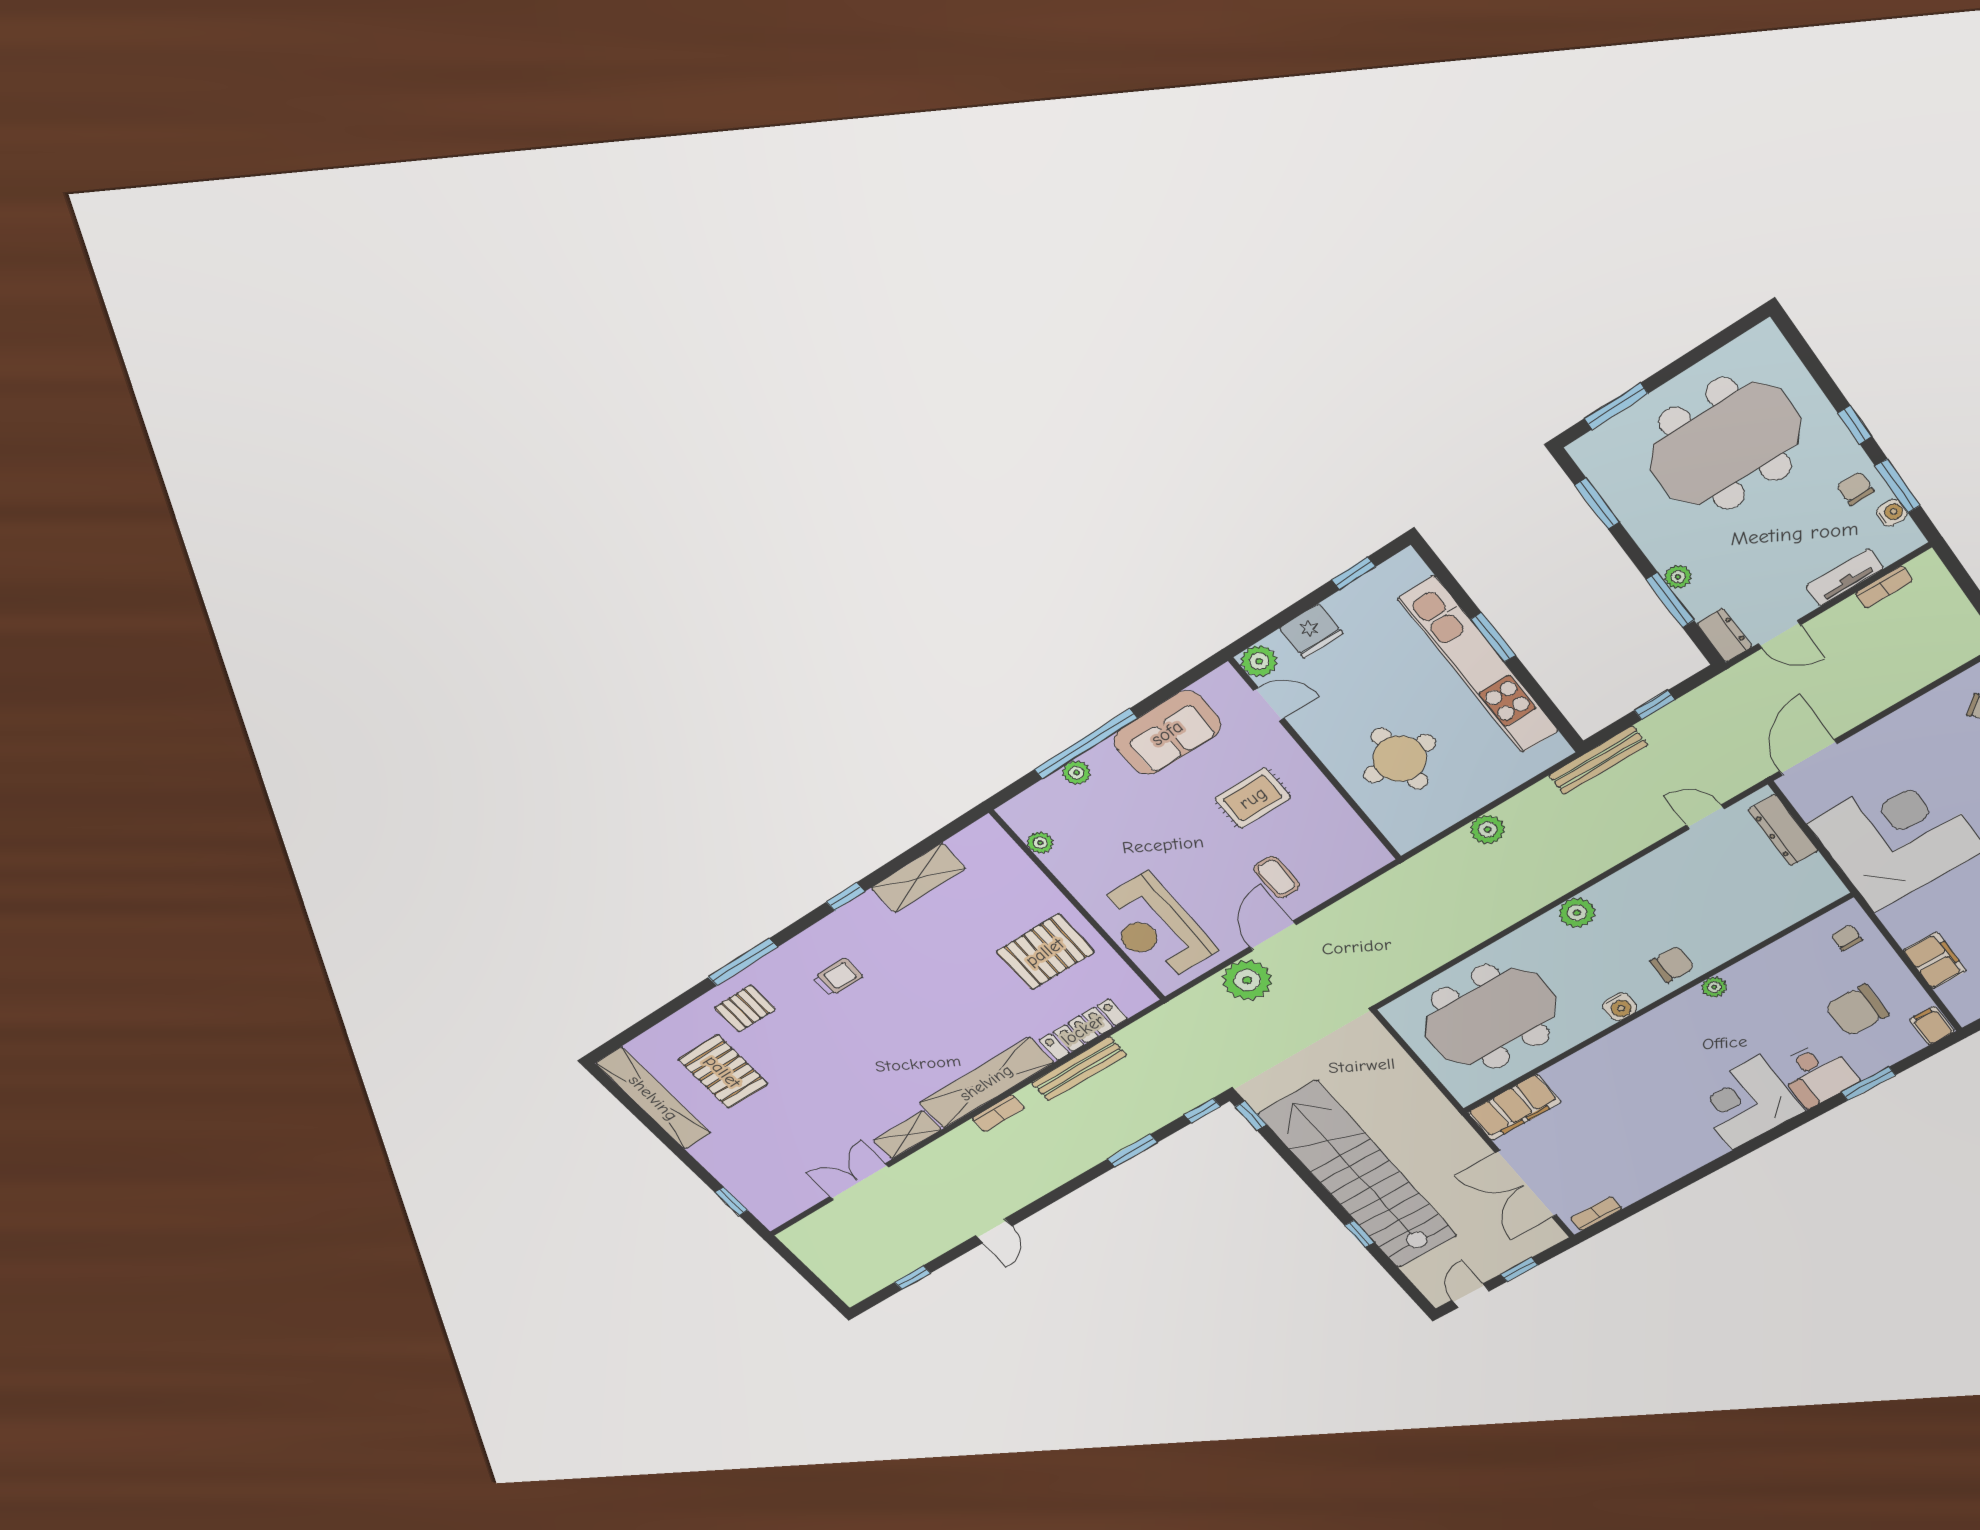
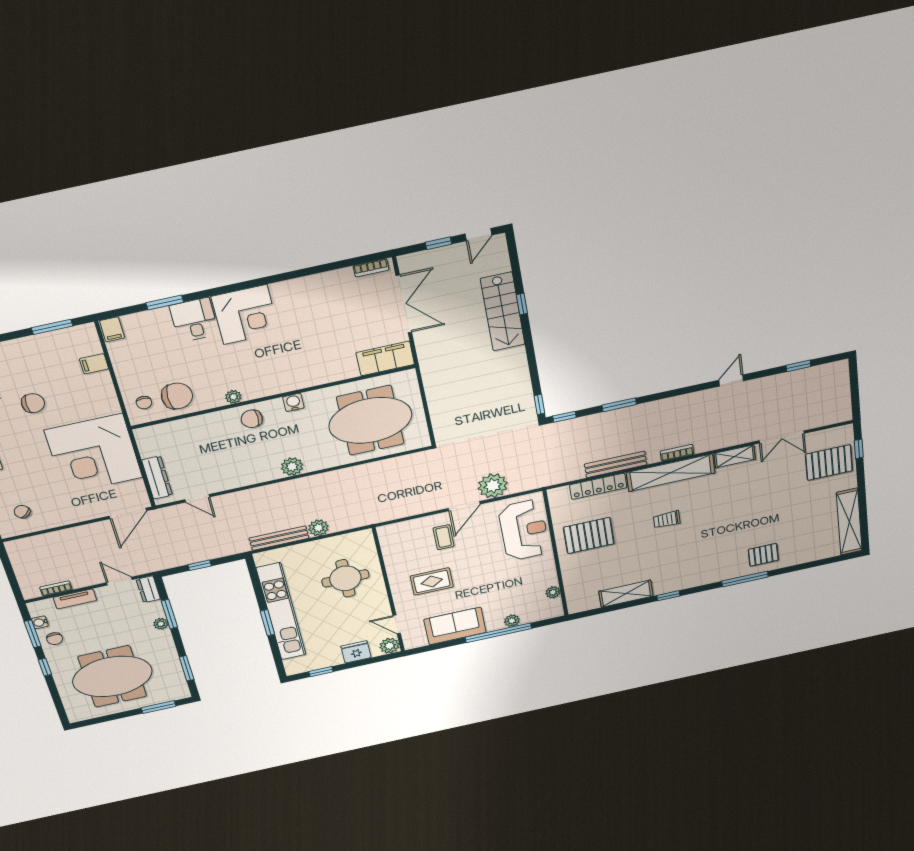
bench: (1598, 760) -> (279, 538), moved
filing cabinet: (1935, 960) -> (94, 364), width x0.50
trolley: (838, 977) -> (667, 519), moved
chair: (1857, 1010) -> (177, 396), moved
pallet: (723, 1072) -> (829, 463), moved, turned 90
stairs: (1358, 1175) -> (503, 312), width x0.54, depth x0.66

